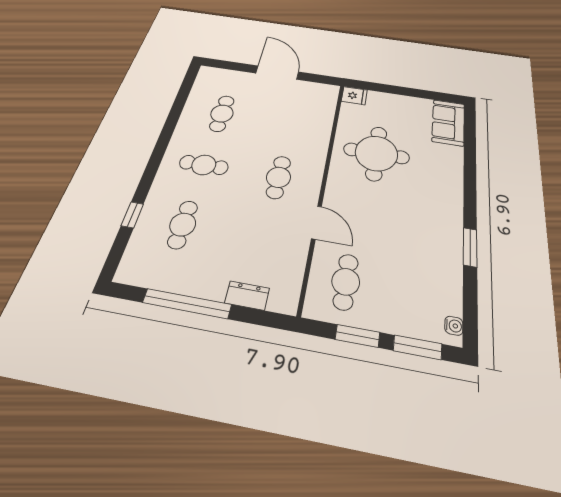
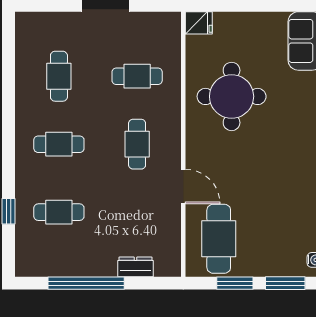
cafe table: (292, 124) -> (137, 76), added
cafe table: (183, 224) -> (59, 212), turned 90
cafe table: (346, 282) -> (219, 239), width x1.37, depth x1.35

